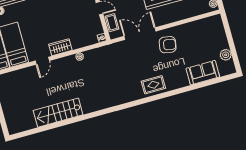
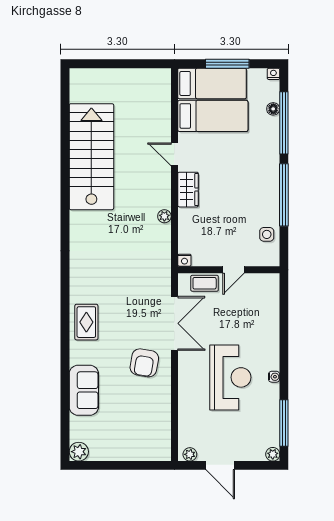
plant: (226, 55) -> (79, 452), moved
sofa: (203, 73) -> (84, 390), moved
stairs: (58, 113) -> (91, 157), width x1.36, depth x1.51

